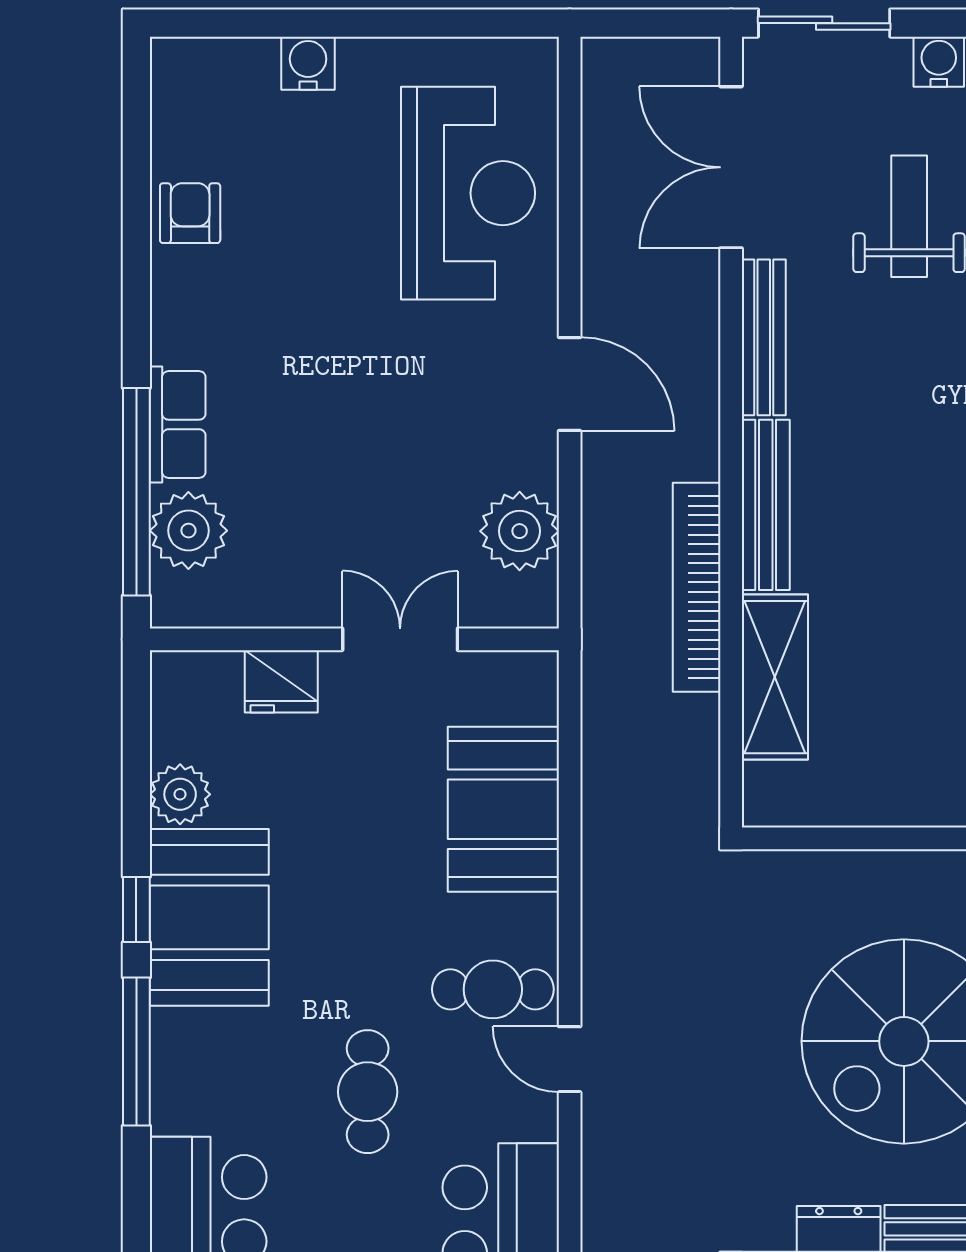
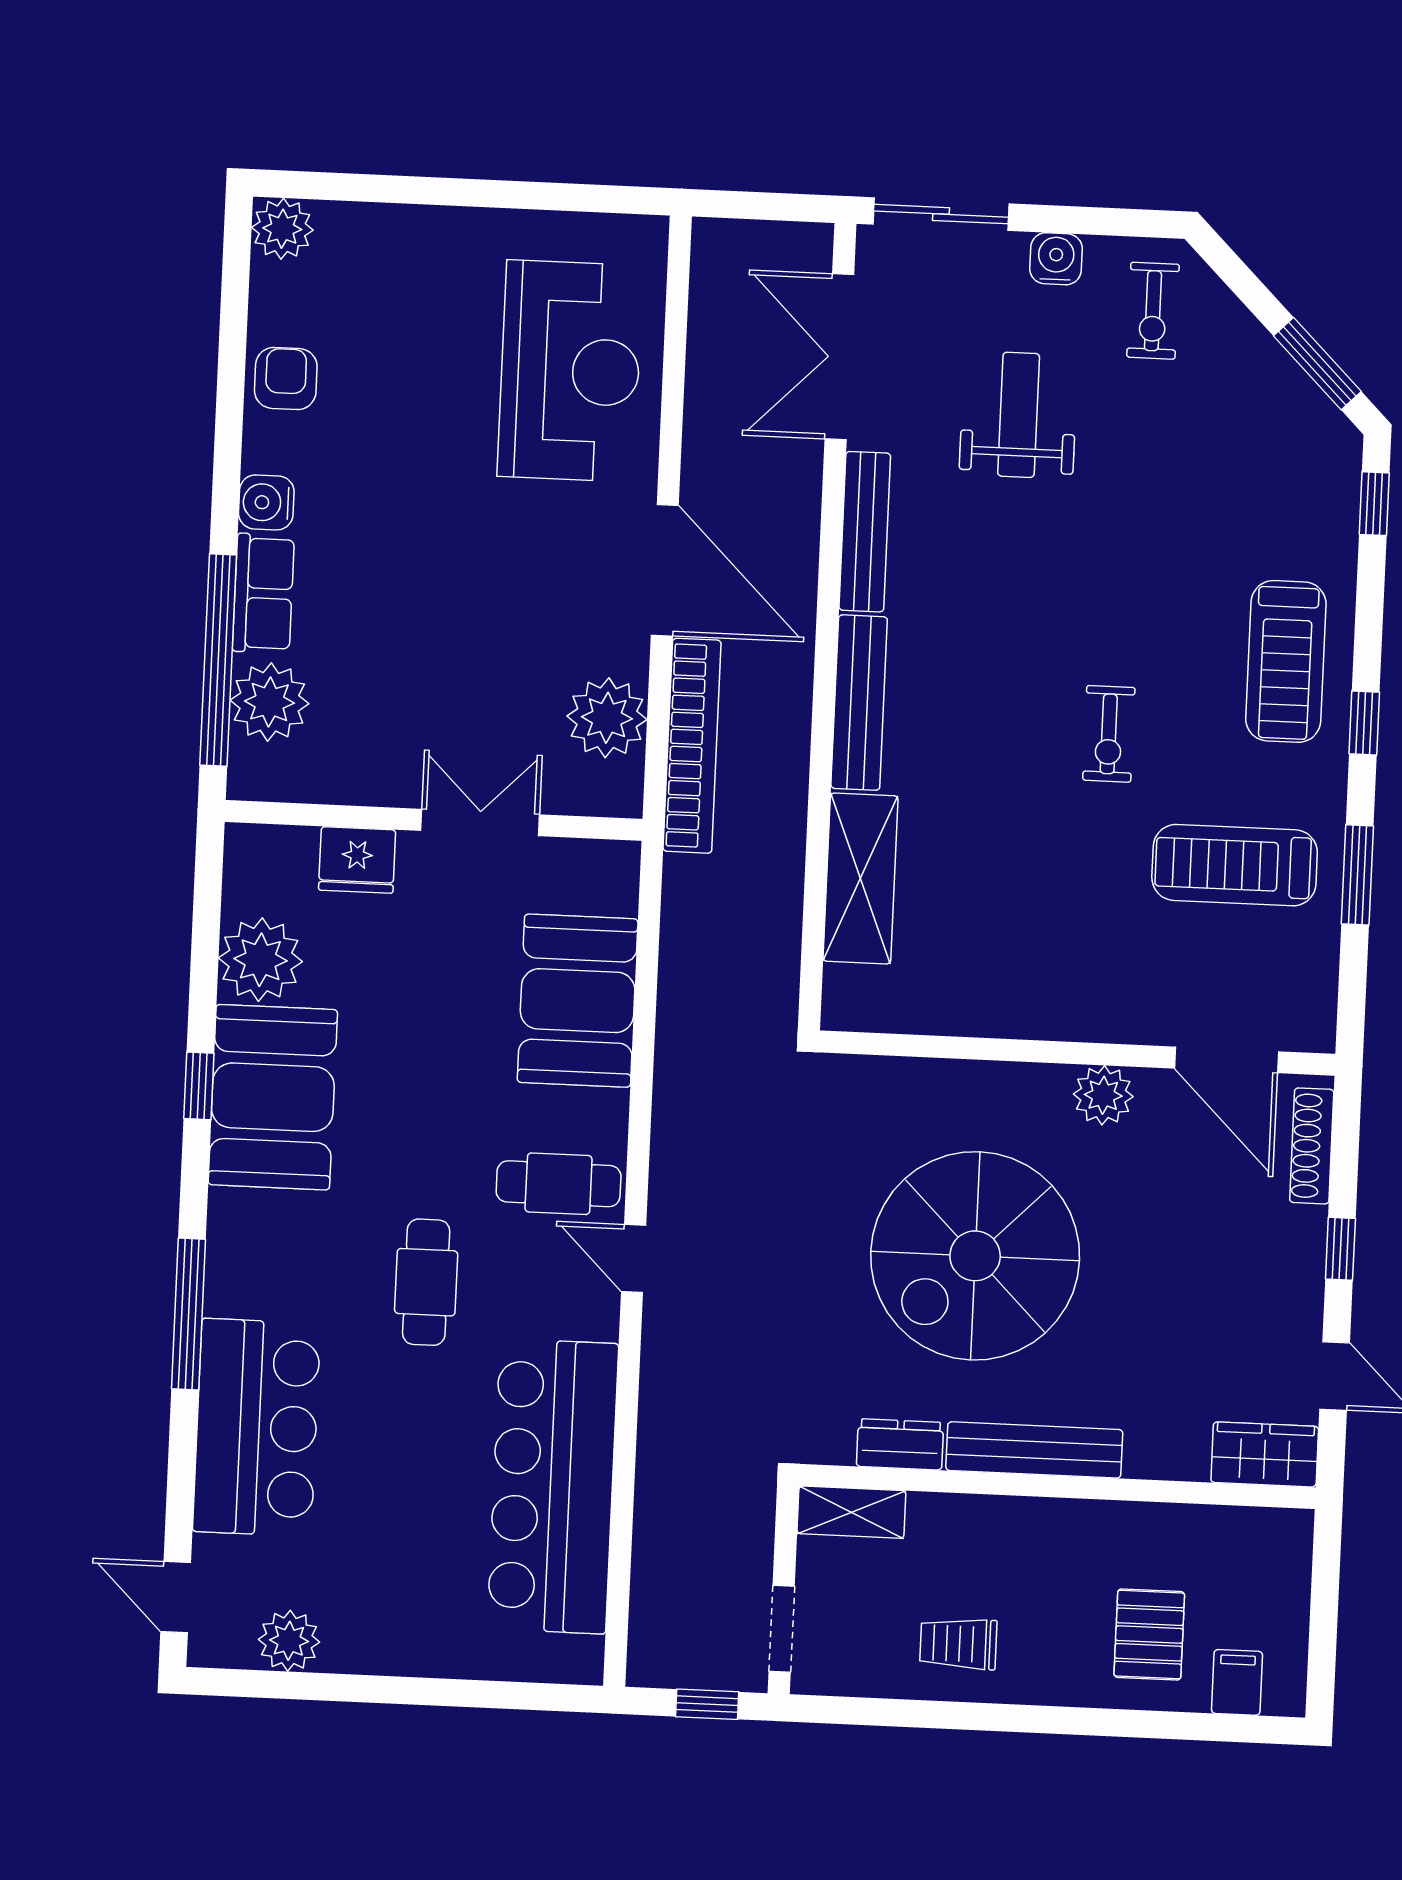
water cooler: (308, 63) -> (266, 502), moved, turned -90
plant: (180, 67) -> (282, 229), added
door: (570, 384) -> (665, 570), width x1.36
bookcase: (697, 587) -> (692, 746), moved, turned 180
plant: (180, 794) -> (260, 960), width x1.36, depth x1.36
window: (136, 1052) -> (188, 1314), moved

